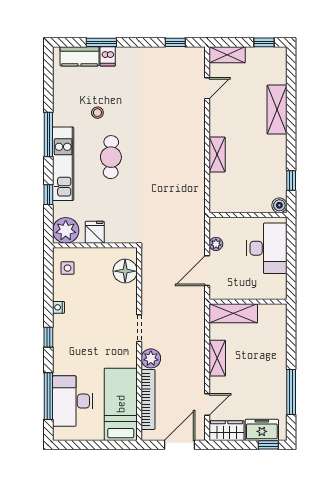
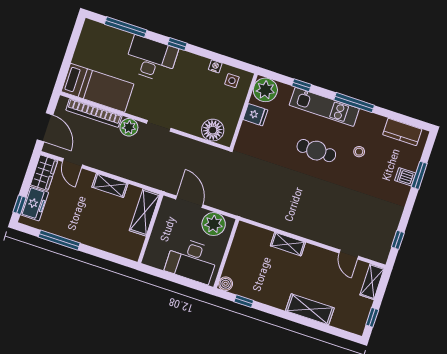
kitchen counter: (79, 56) -> (402, 132), moved, turned -90
plant: (216, 244) -> (214, 224), width x1.88, depth x1.88
nightstand: (59, 307) -> (215, 66), moved
desk: (73, 401) -> (151, 59), moved

